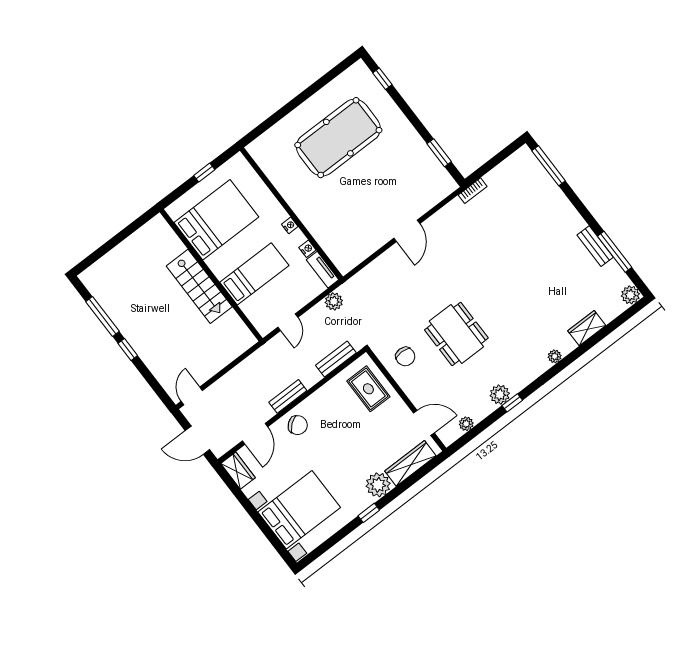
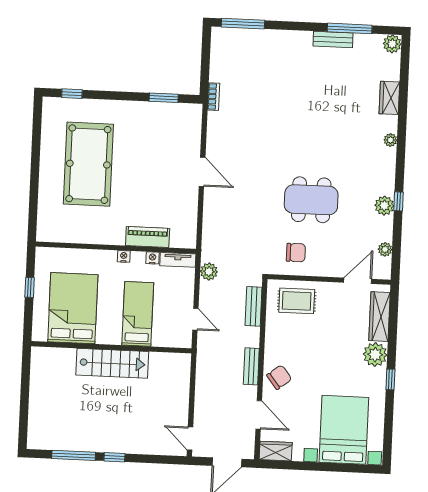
piano: (321, 231) -> (148, 237), added

